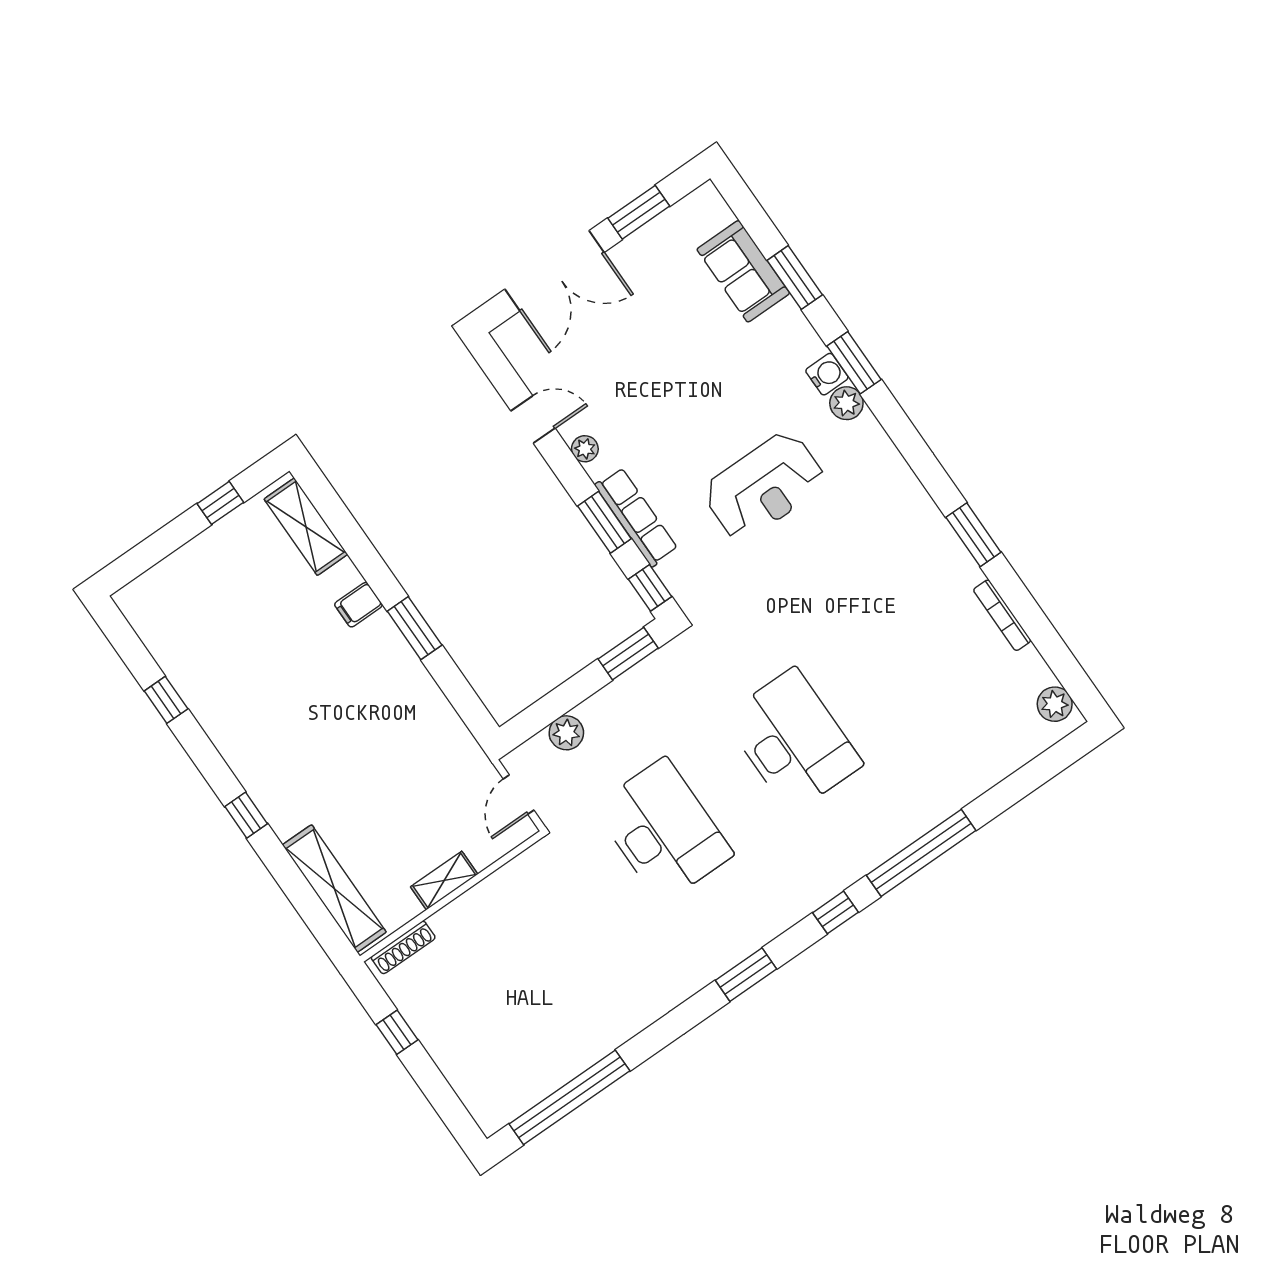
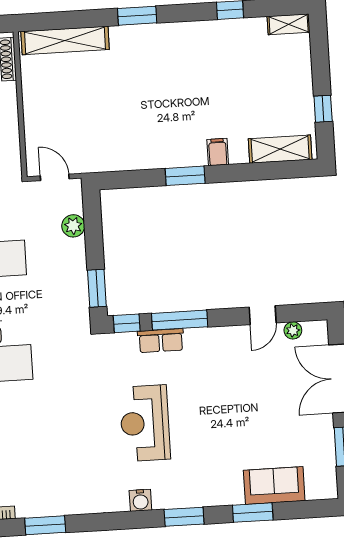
water cooler: (827, 374) -> (140, 500), moved
plant: (846, 403) -> (164, 499), removed
plant: (585, 449) -> (293, 330), moved
row of seats: (636, 517) -> (161, 341), width x0.68
window: (604, 522) -> (180, 320), width x1.44
window: (246, 815) -> (137, 16), width x1.50
shelving: (444, 880) -> (289, 24), moved, turned 90

